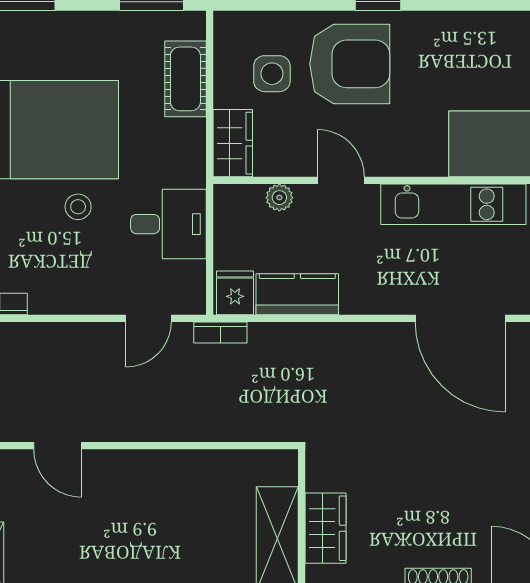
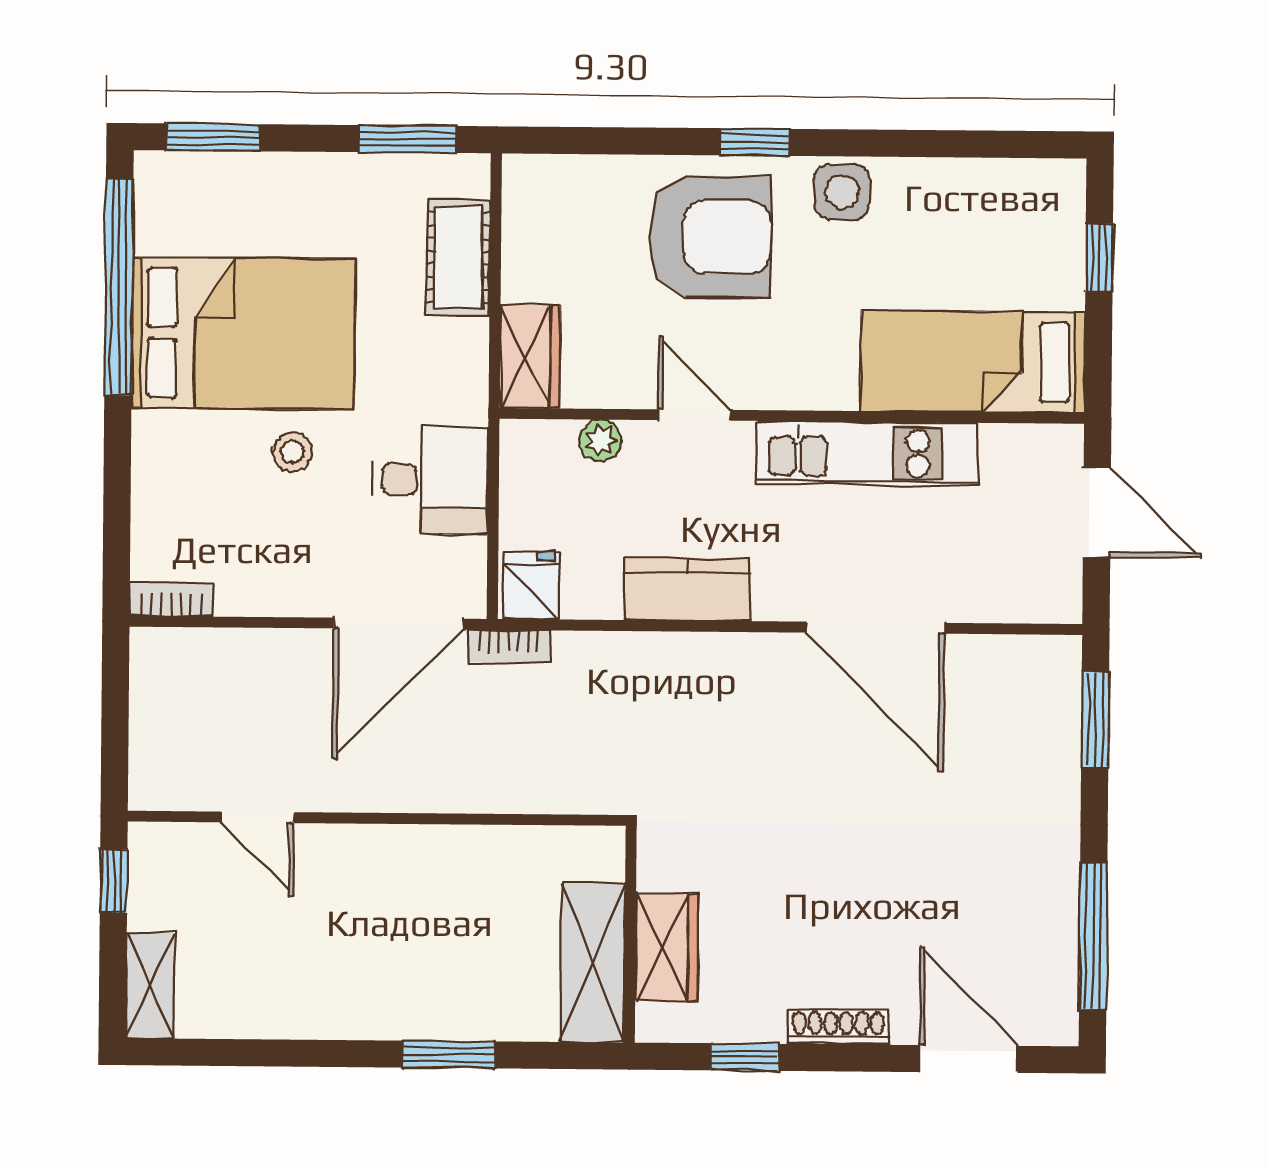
side table: (272, 74) -> (842, 192), moved
kitchen counter: (297, 294) -> (687, 589), moved
door: (149, 318) -> (399, 624), width x1.87

